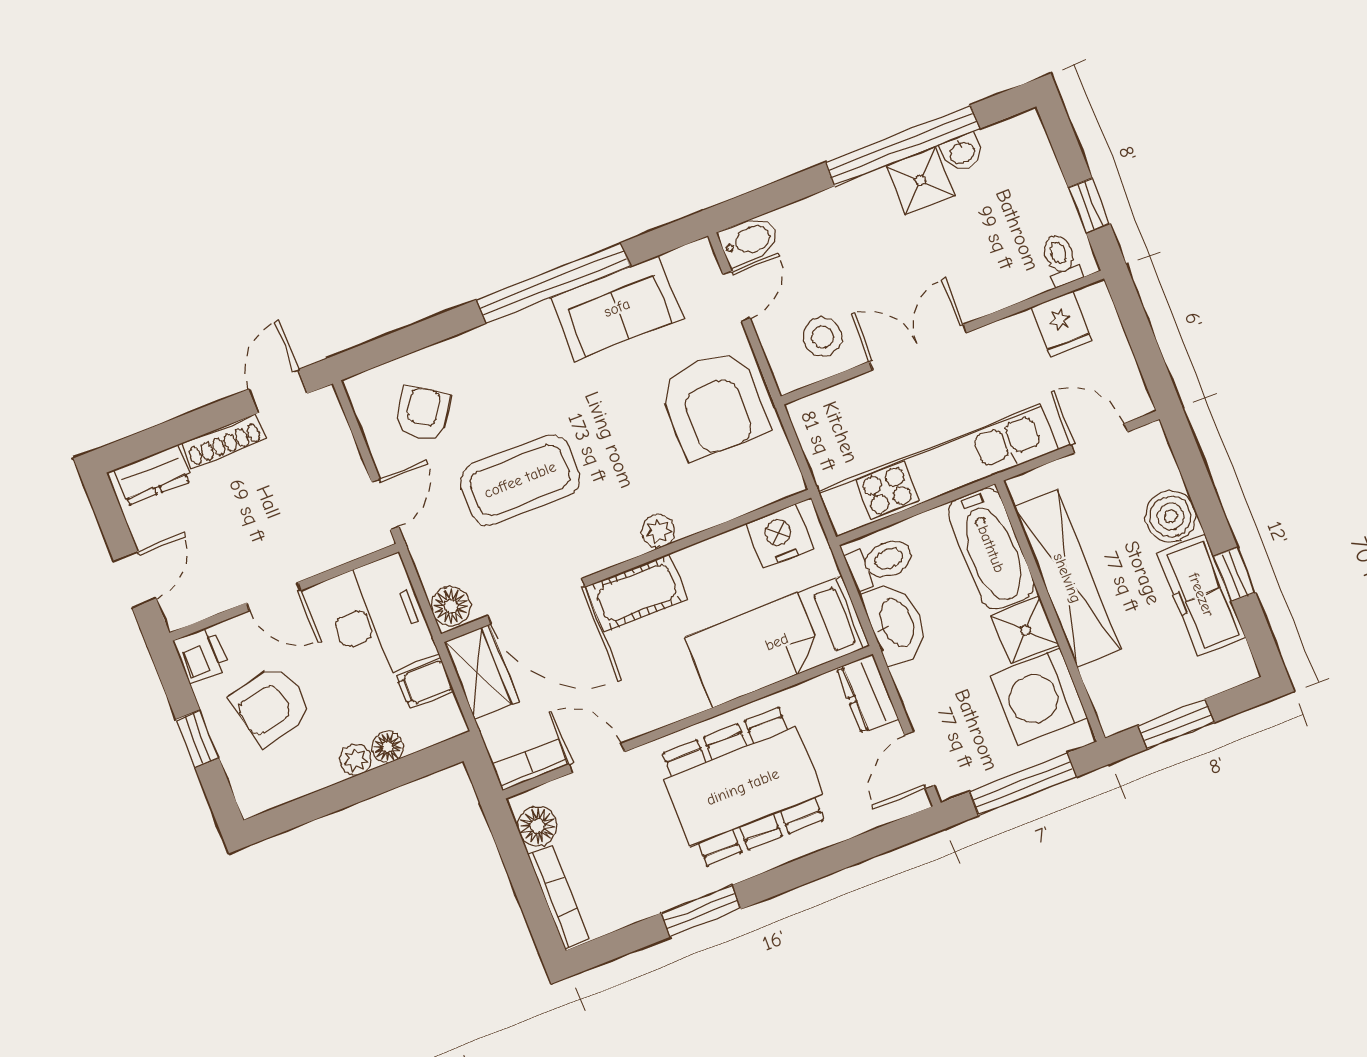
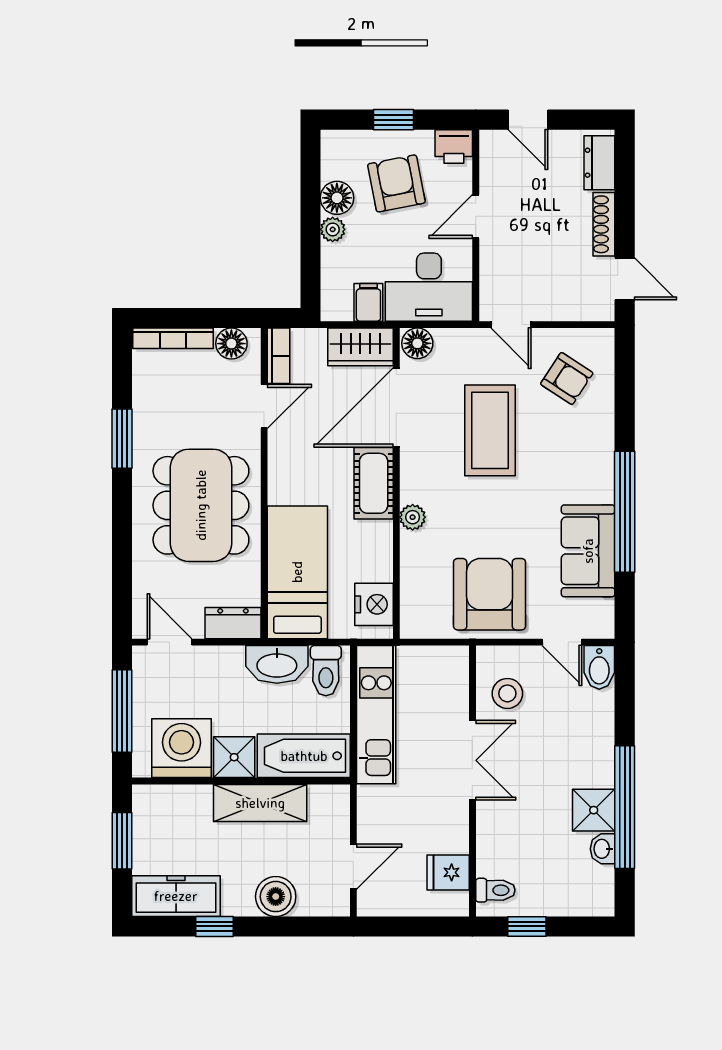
armchair: (714, 404) -> (490, 594), turned 90
kitchen unit: (939, 470) -> (376, 715), width x0.73
shelving: (1067, 578) -> (260, 803), width x0.68
freezer: (1201, 595) -> (176, 896), moved
floor lamp: (388, 747) -> (337, 198), moved, width x1.37, depth x1.37

